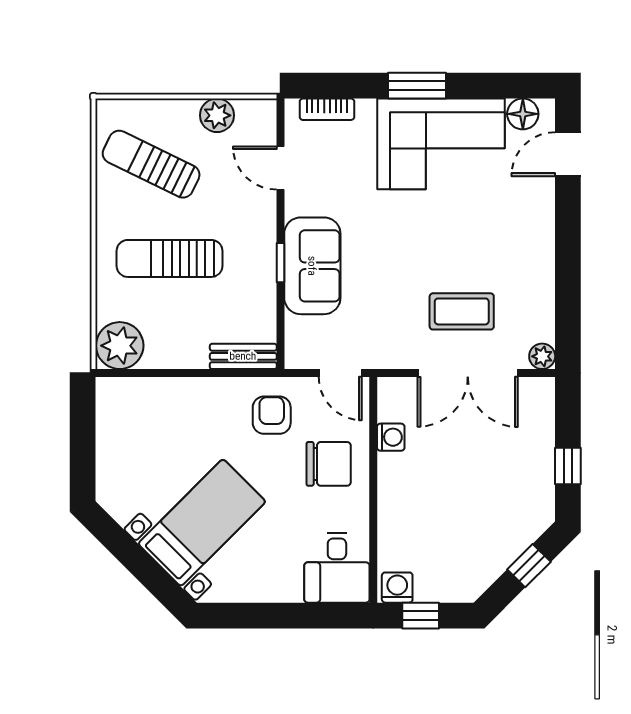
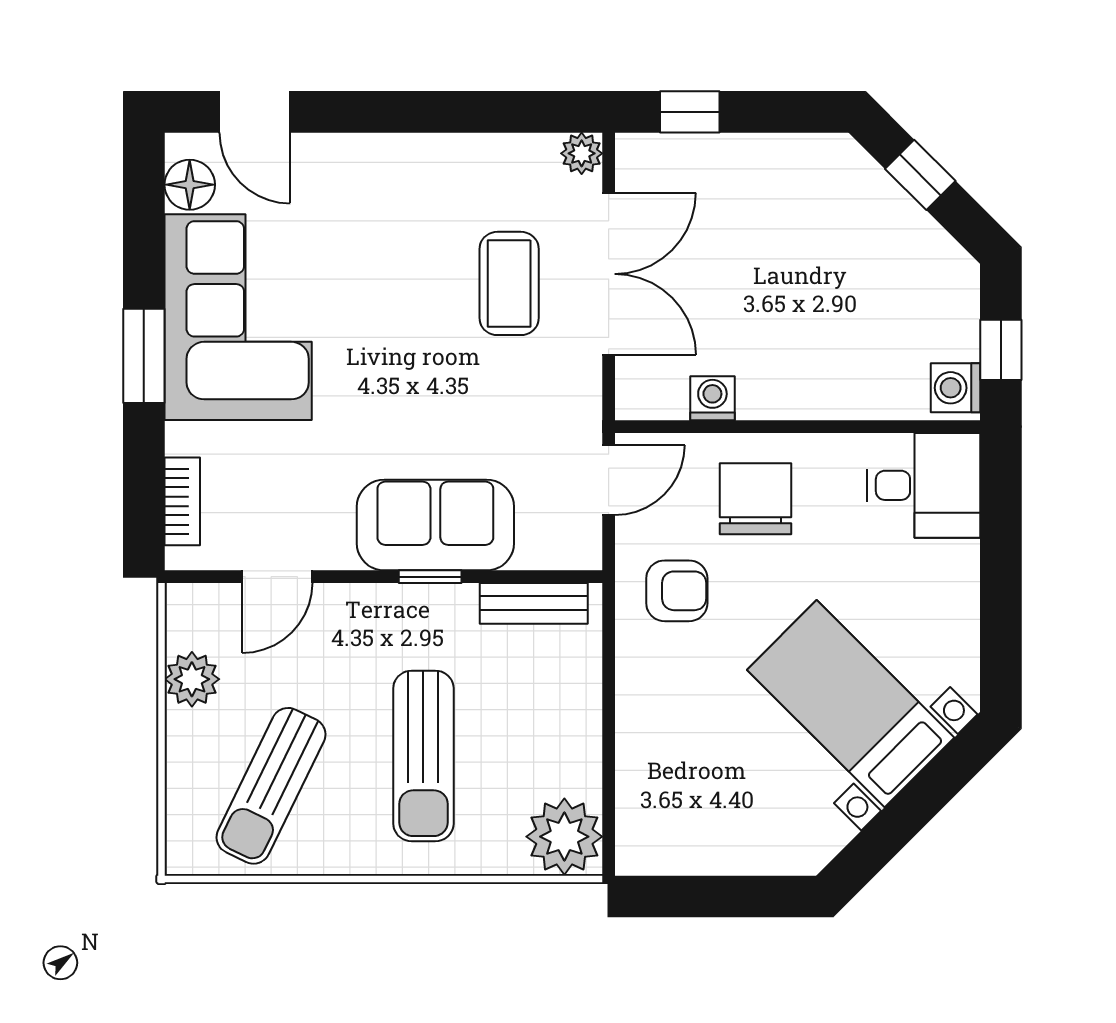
bench: (243, 356) -> (534, 603), moved, turned 90
armchair: (272, 415) -> (677, 591), turned 180
window: (568, 466) -> (690, 112), moved

